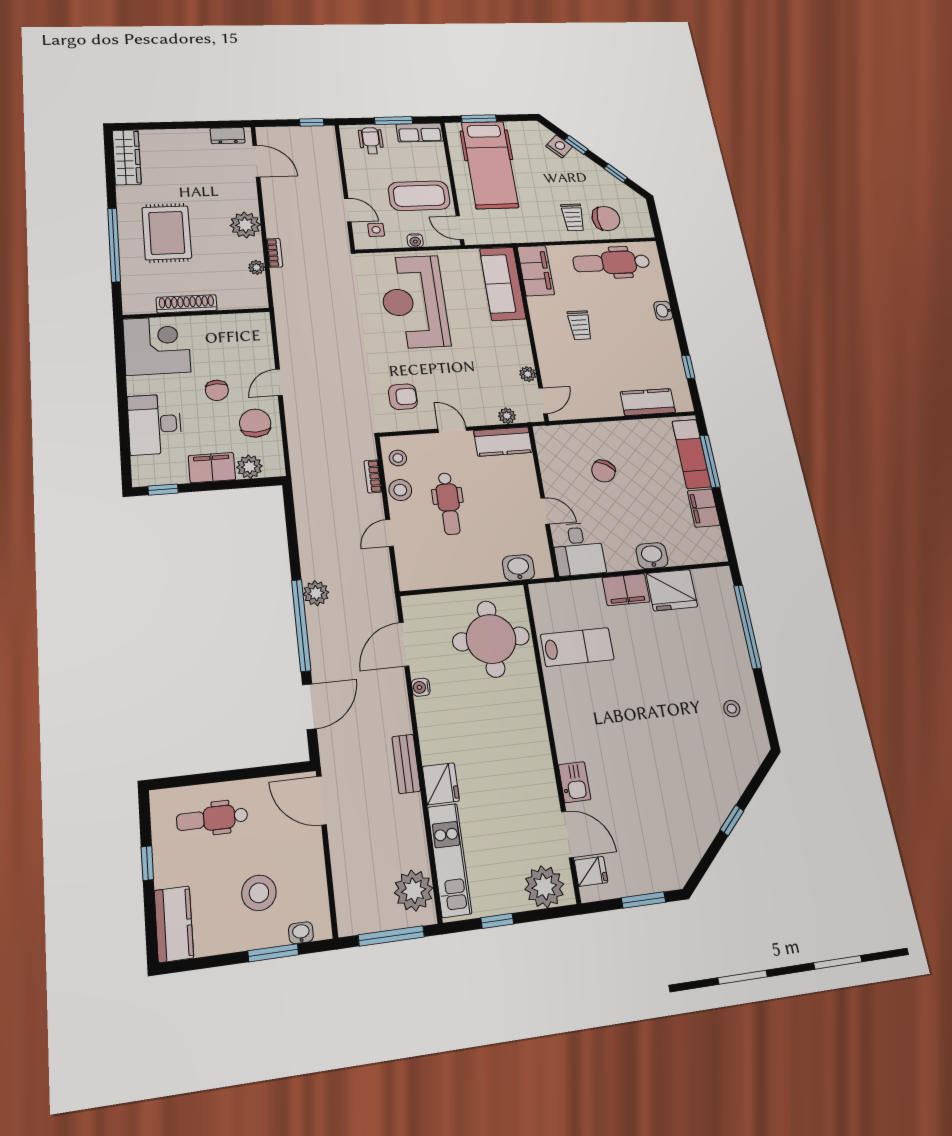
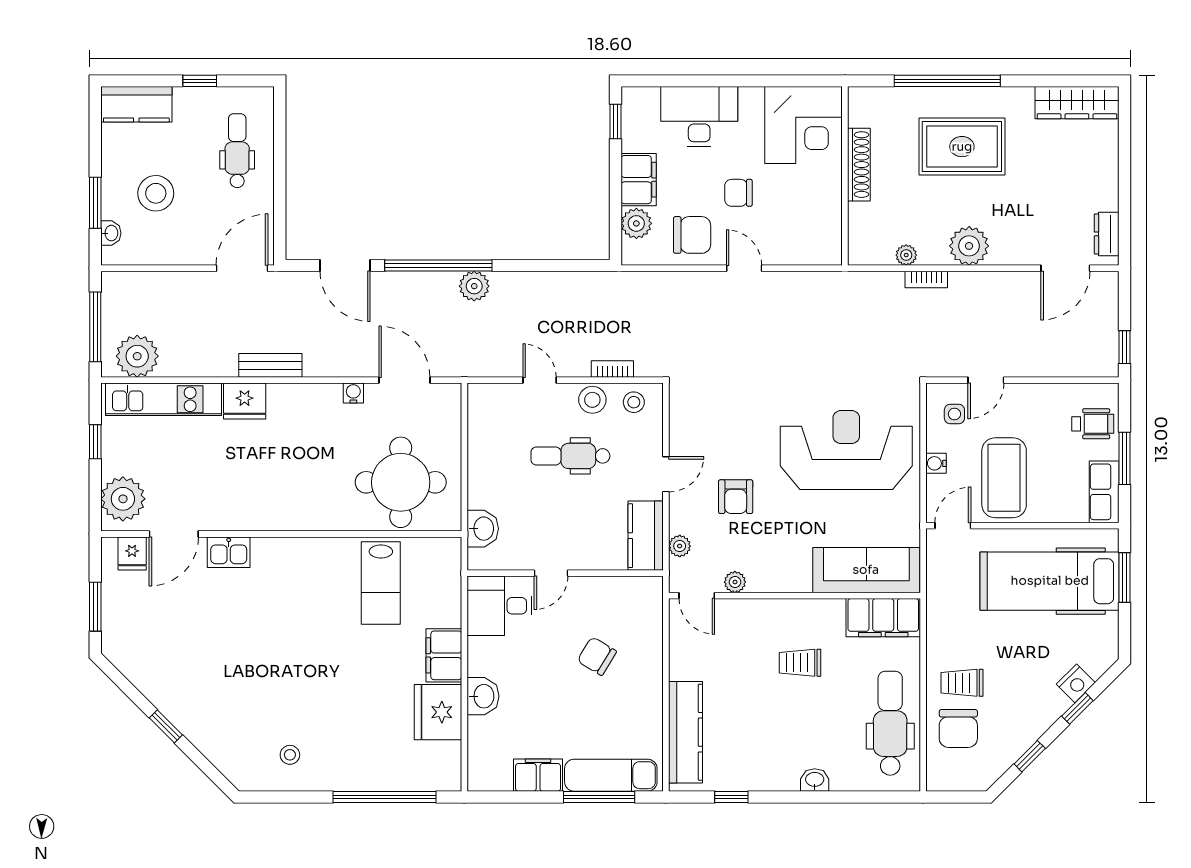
armchair: (403, 397) -> (736, 497), moved
kitchen counter: (648, 402) -> (686, 732), width x1.50

